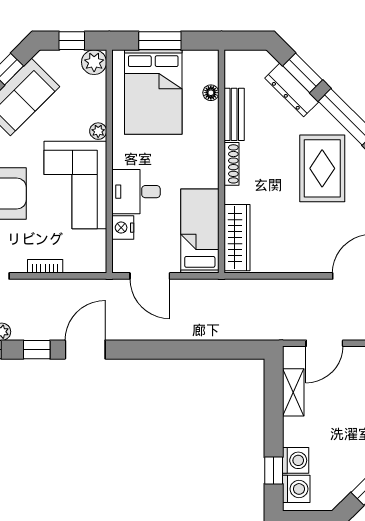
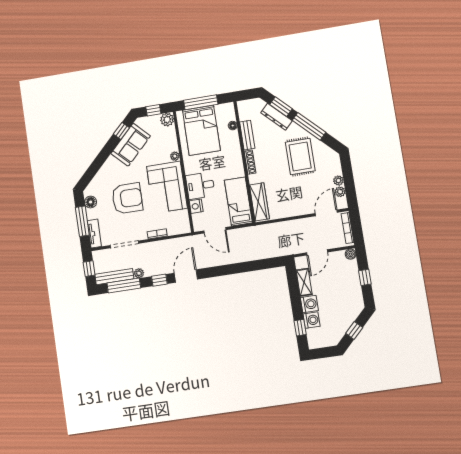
window: (160, 41) -> (201, 102), width x1.44
washing machine: (296, 489) -> (309, 304), moved

